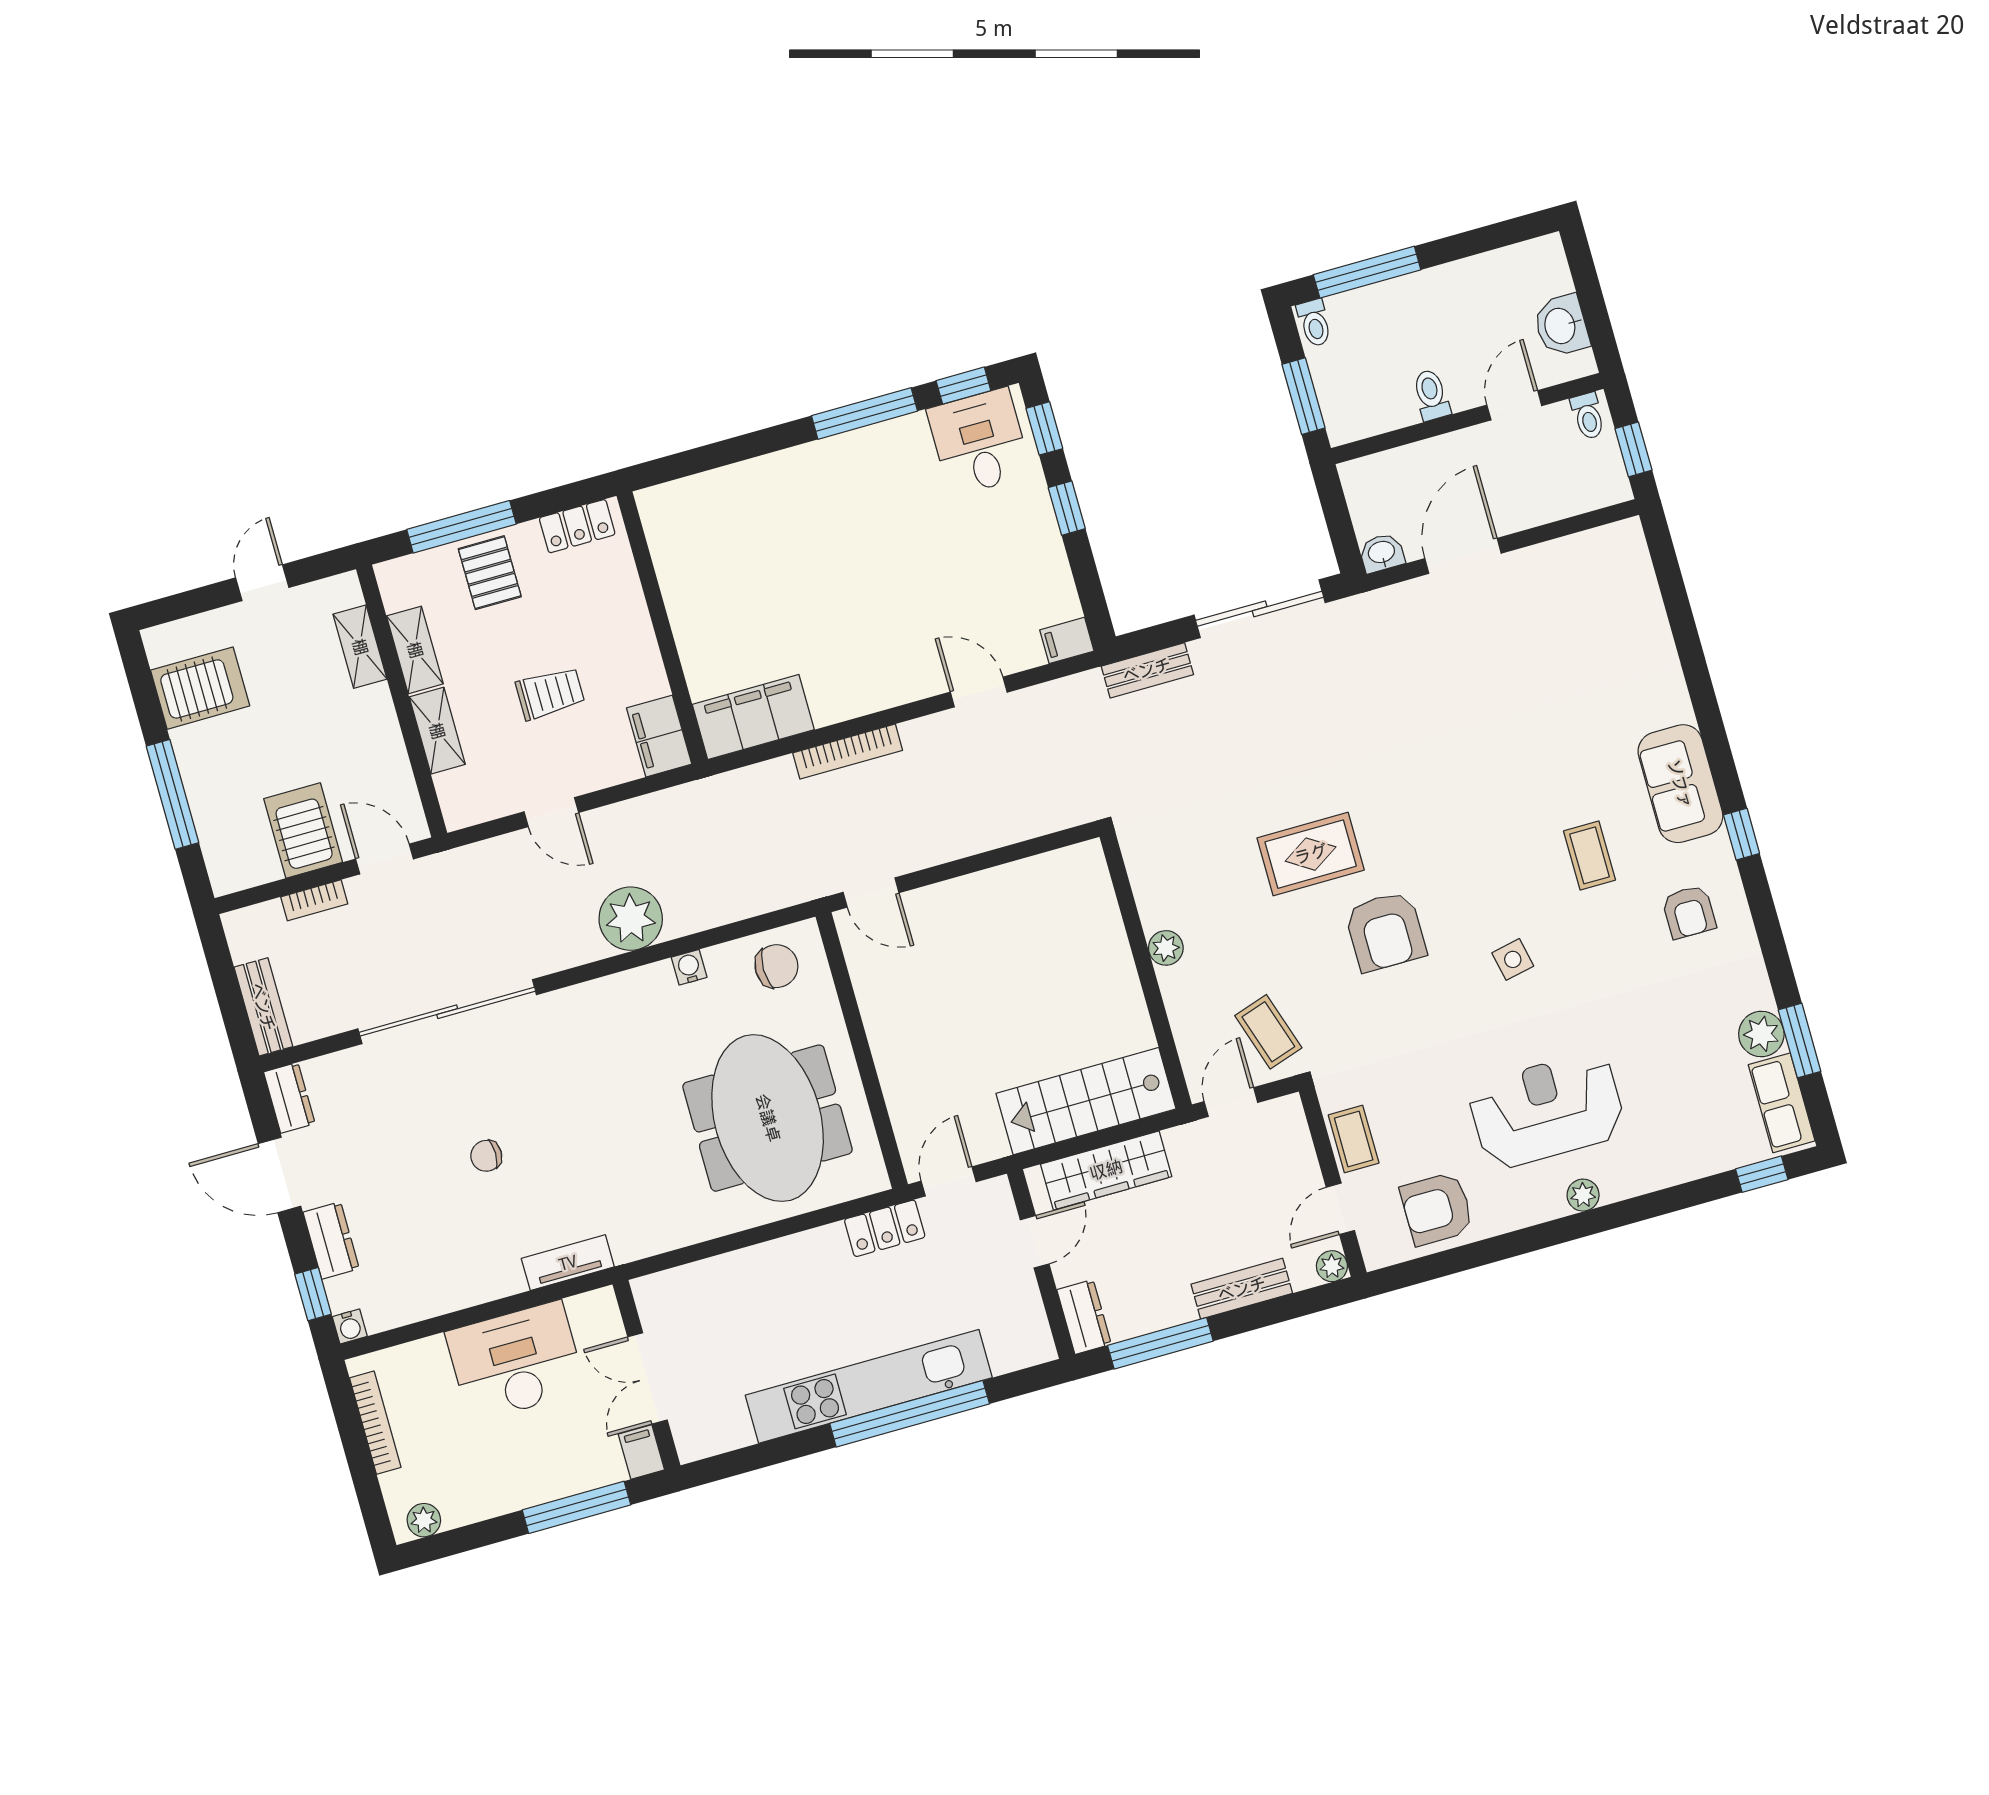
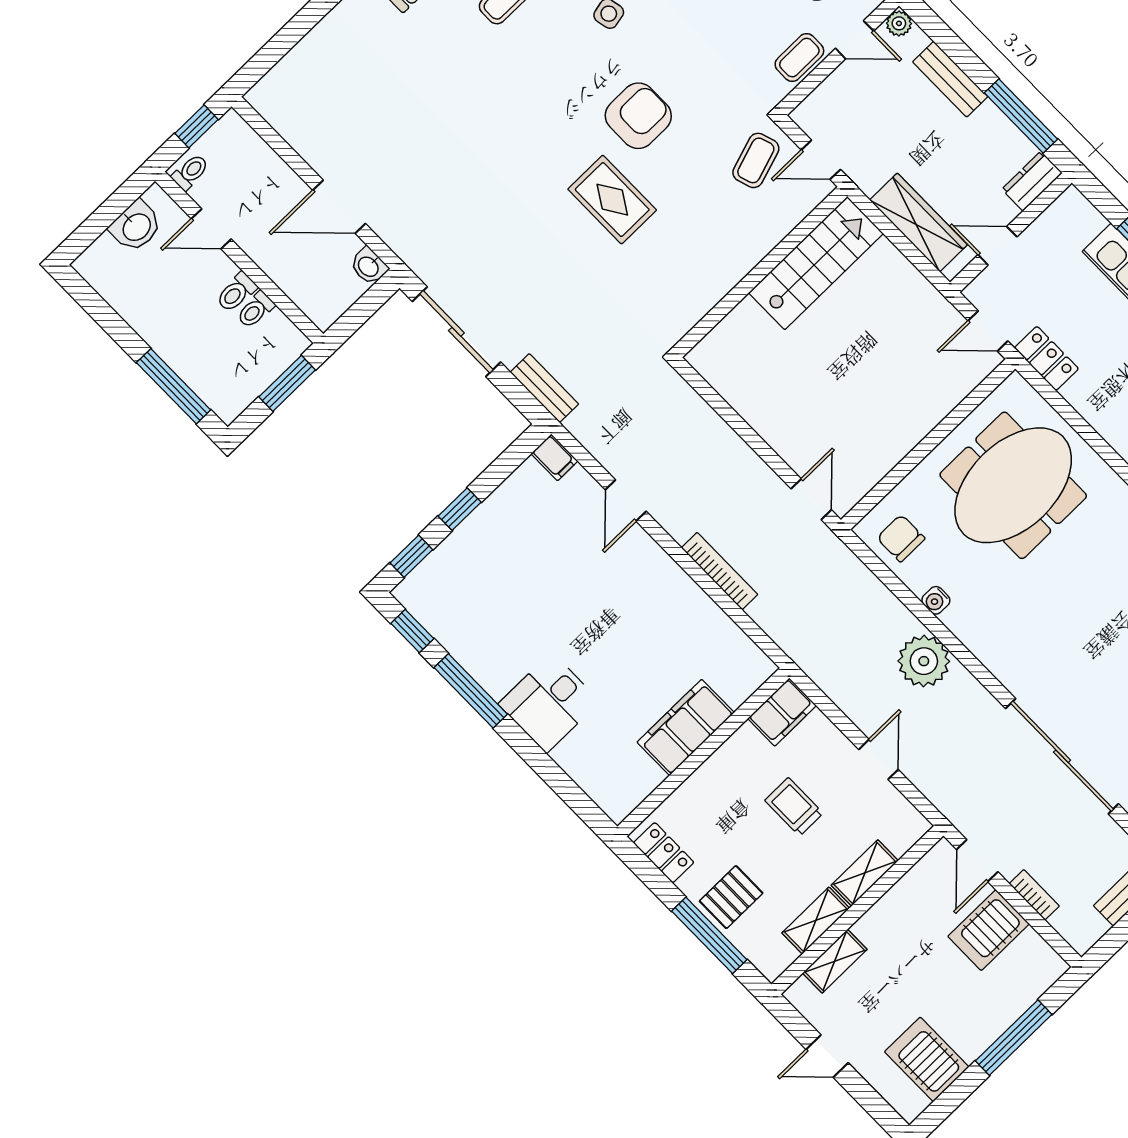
toilet: (1314, 323) -> (256, 310), moved, turned 180
desk: (979, 442) -> (549, 703), moved
filing cabinet: (753, 717) -> (686, 727), moved, turned 90
plant: (1166, 948) -> (736, 267), removed
stairs: (1086, 1101) -> (816, 263), moved, turned -90

